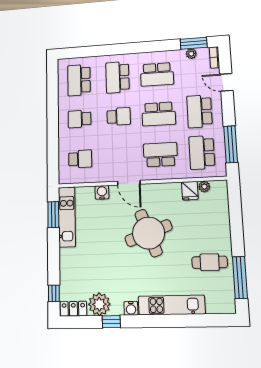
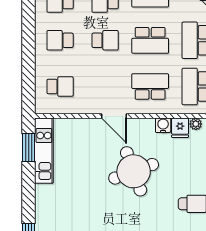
water cooler: (102, 192) -> (163, 125), moved

